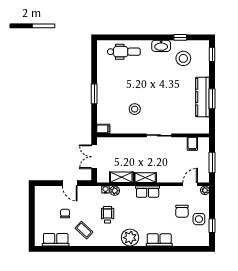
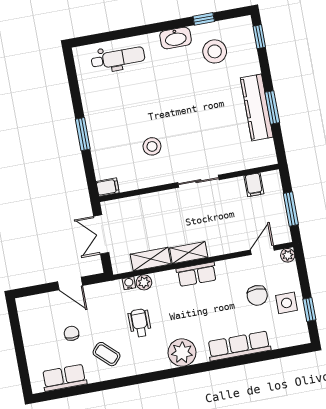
row of seats: (159, 240) -> (239, 346), width x1.48

